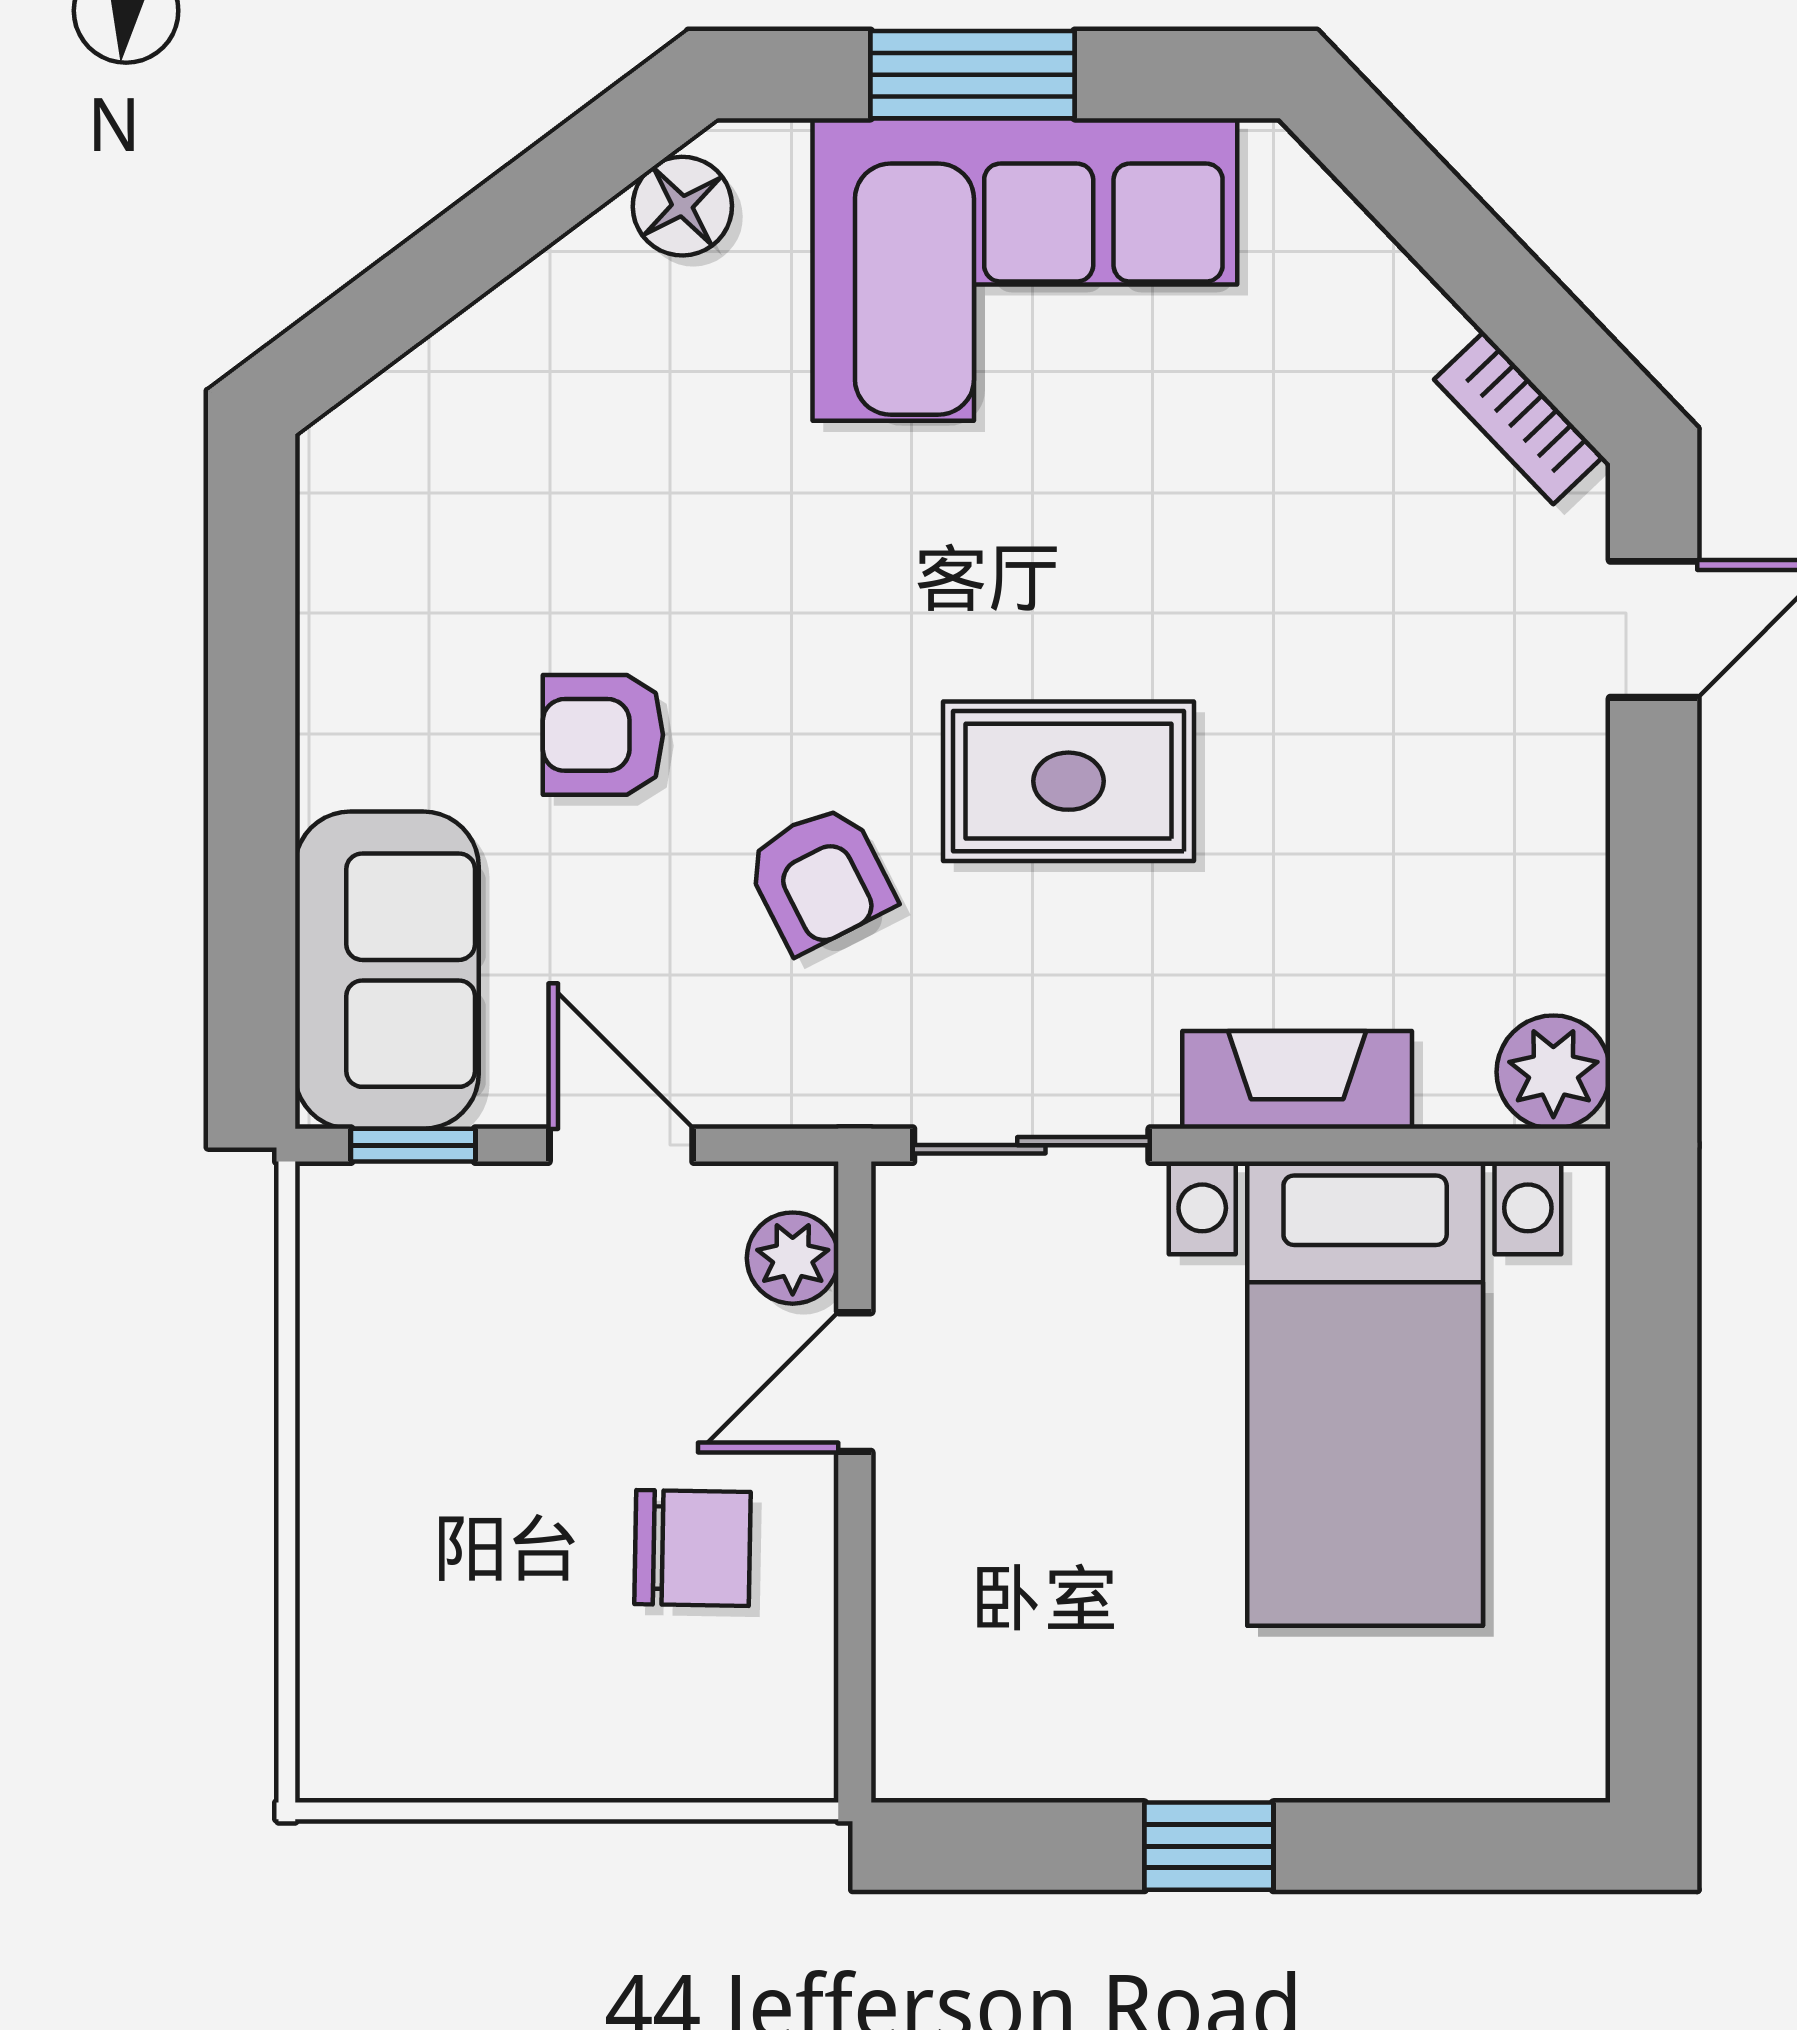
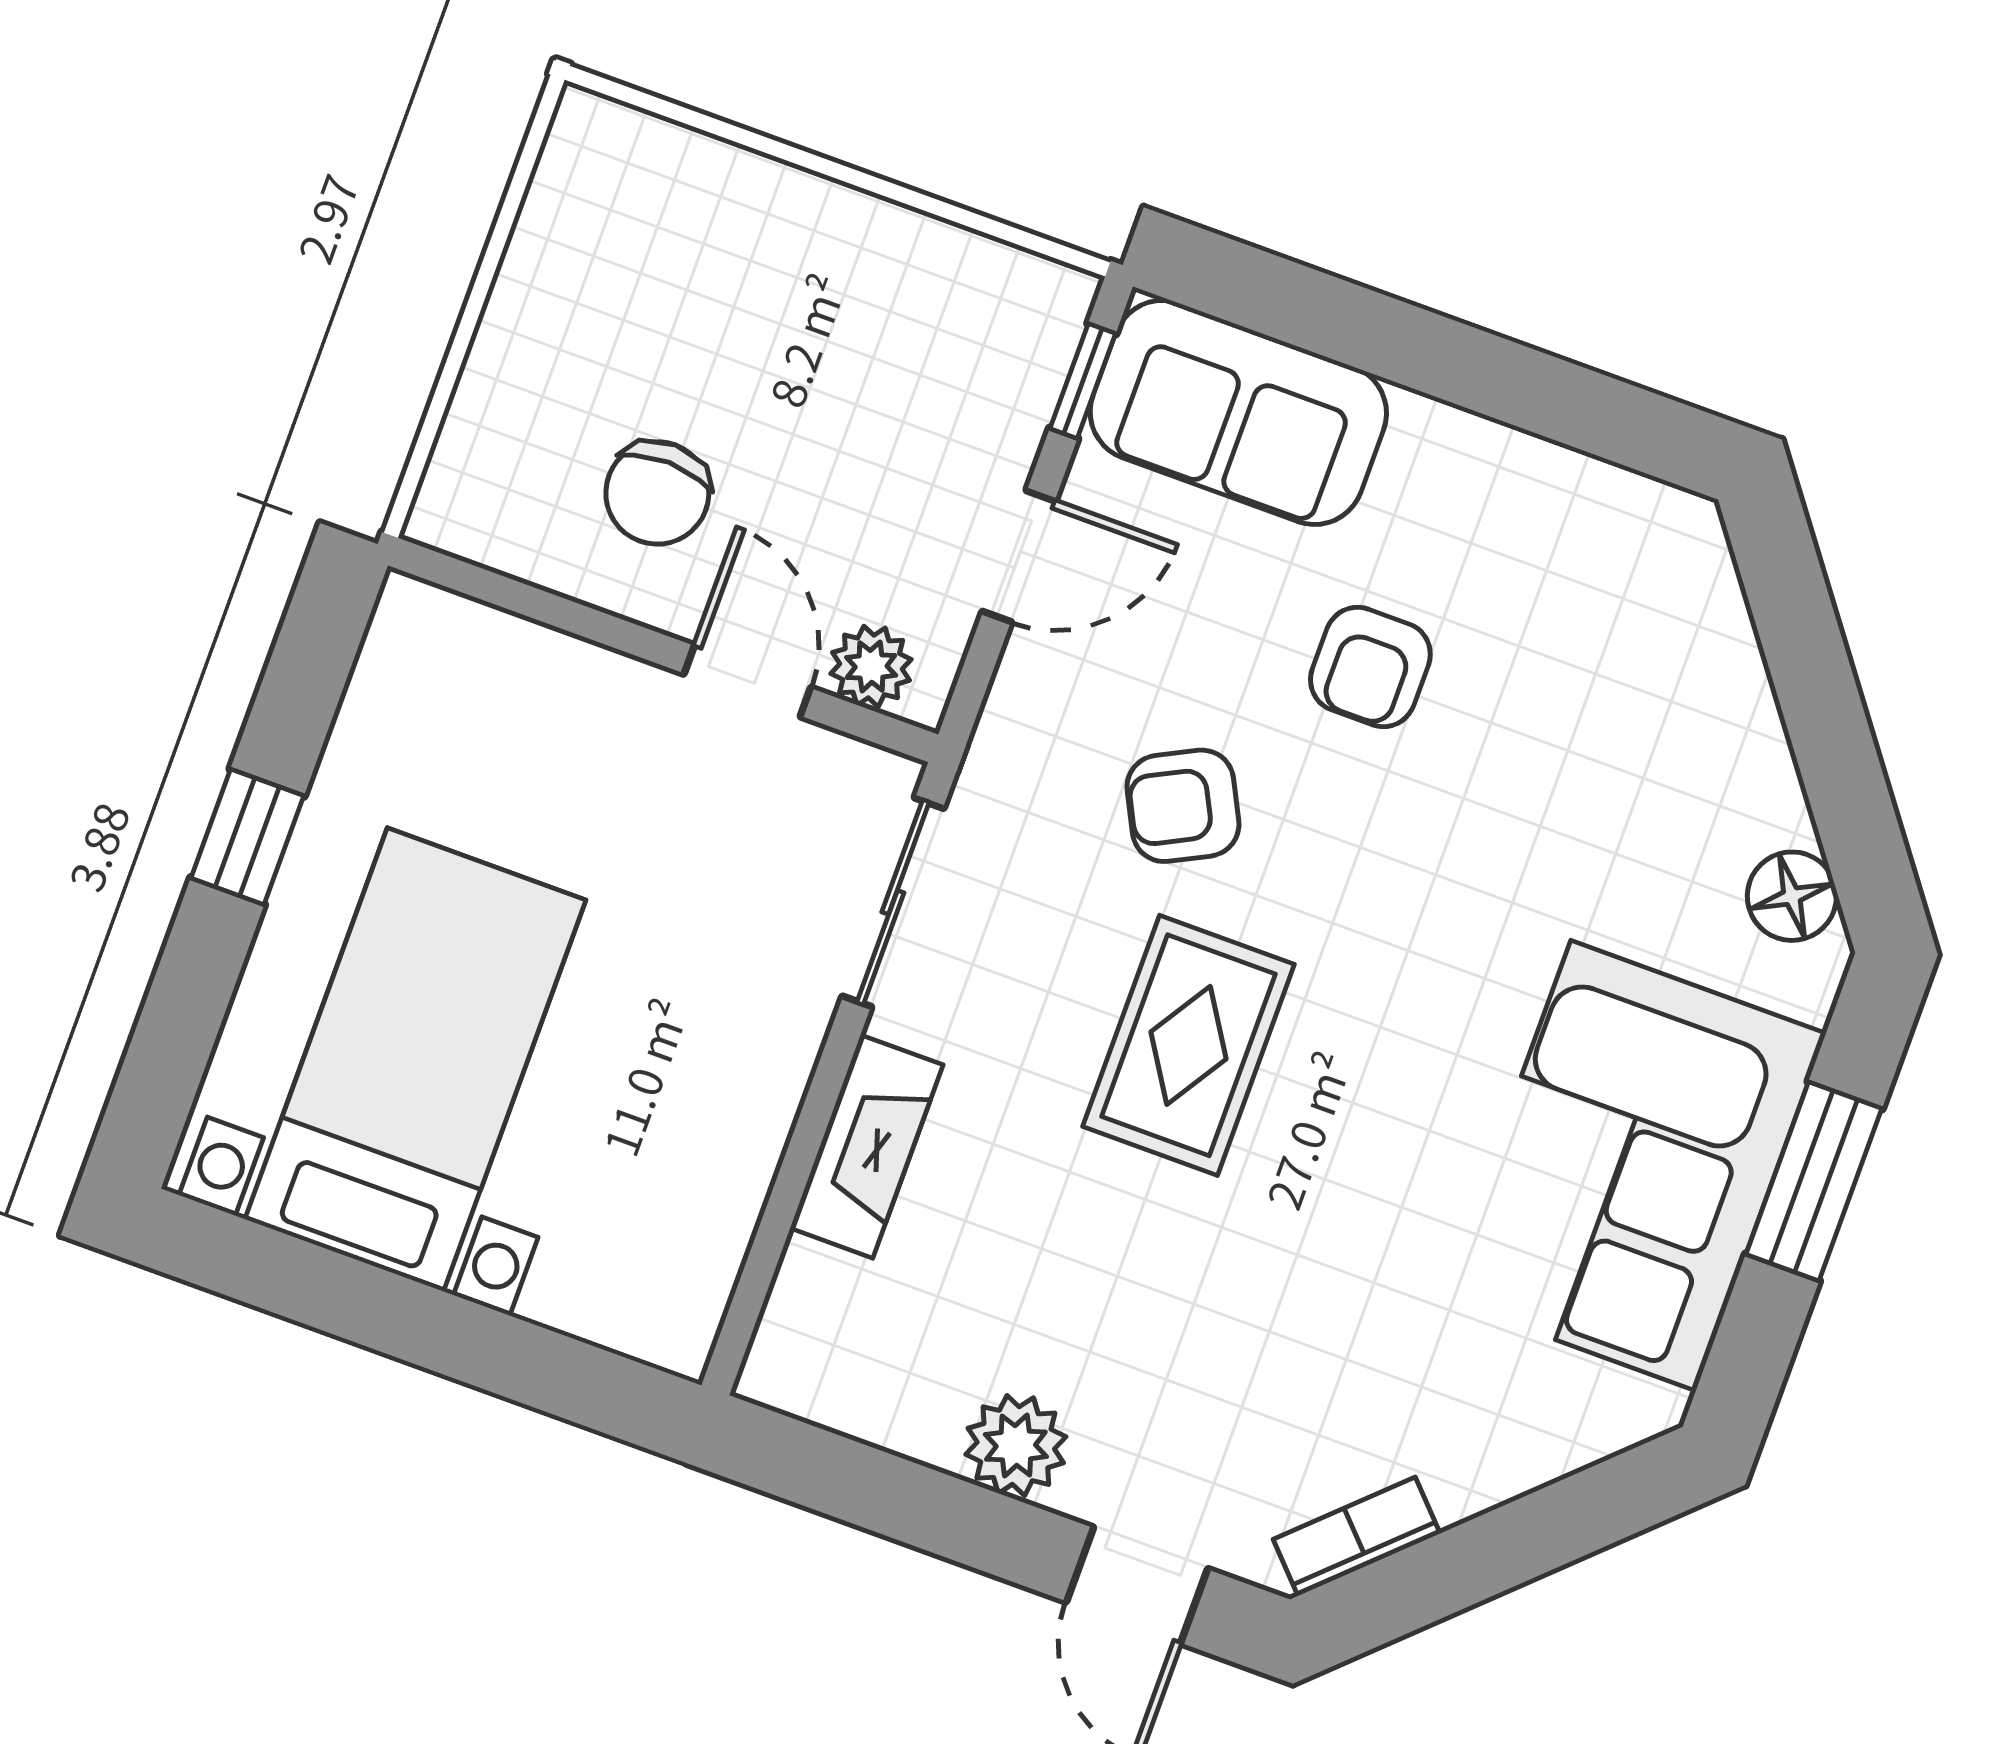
armchair: (603, 735) -> (1370, 667), turned 180
plant: (1553, 1072) -> (1016, 1446), moved
bed with nightstands: (1365, 1394) -> (415, 1060), moved, turned 90

